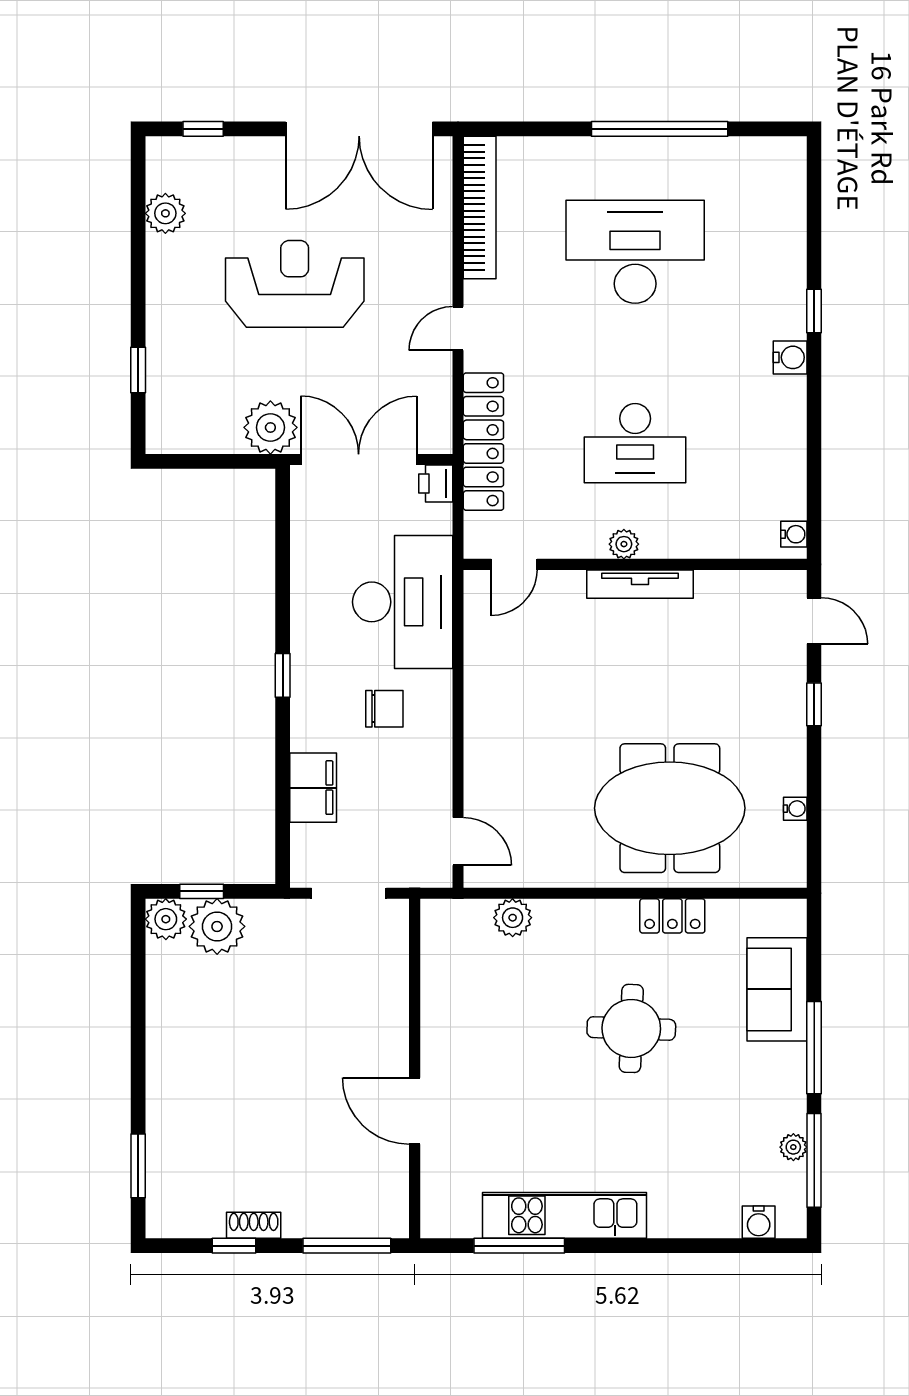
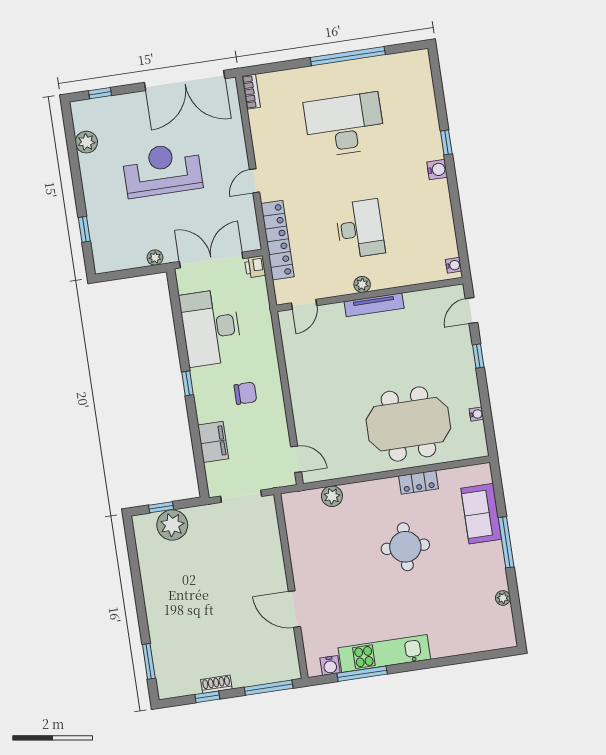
bookcase: (480, 207) -> (251, 92), width x0.43, depth x0.76
plant: (270, 427) -> (155, 258), width x0.53, depth x0.53
desk: (635, 443) -> (360, 229), turned -90
desk: (403, 602) -> (211, 328), moved, turned 180
door: (814, 621) -> (471, 311), swing flipped
plant: (166, 919) -> (144, 525), removed
window: (814, 1160) -> (515, 603), removed
water cooler: (759, 1222) -> (330, 665), moved

